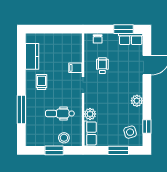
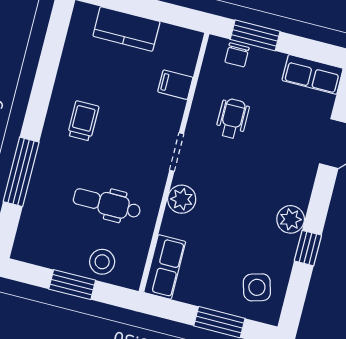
window: (124, 29) -> (255, 35), moved
kitchen counter: (32, 56) -> (126, 29), moved, turned 90
filing cabinet: (75, 68) -> (175, 85), moved
plant: (90, 114) -> (182, 199), moved
window: (147, 126) -> (308, 248), moved

